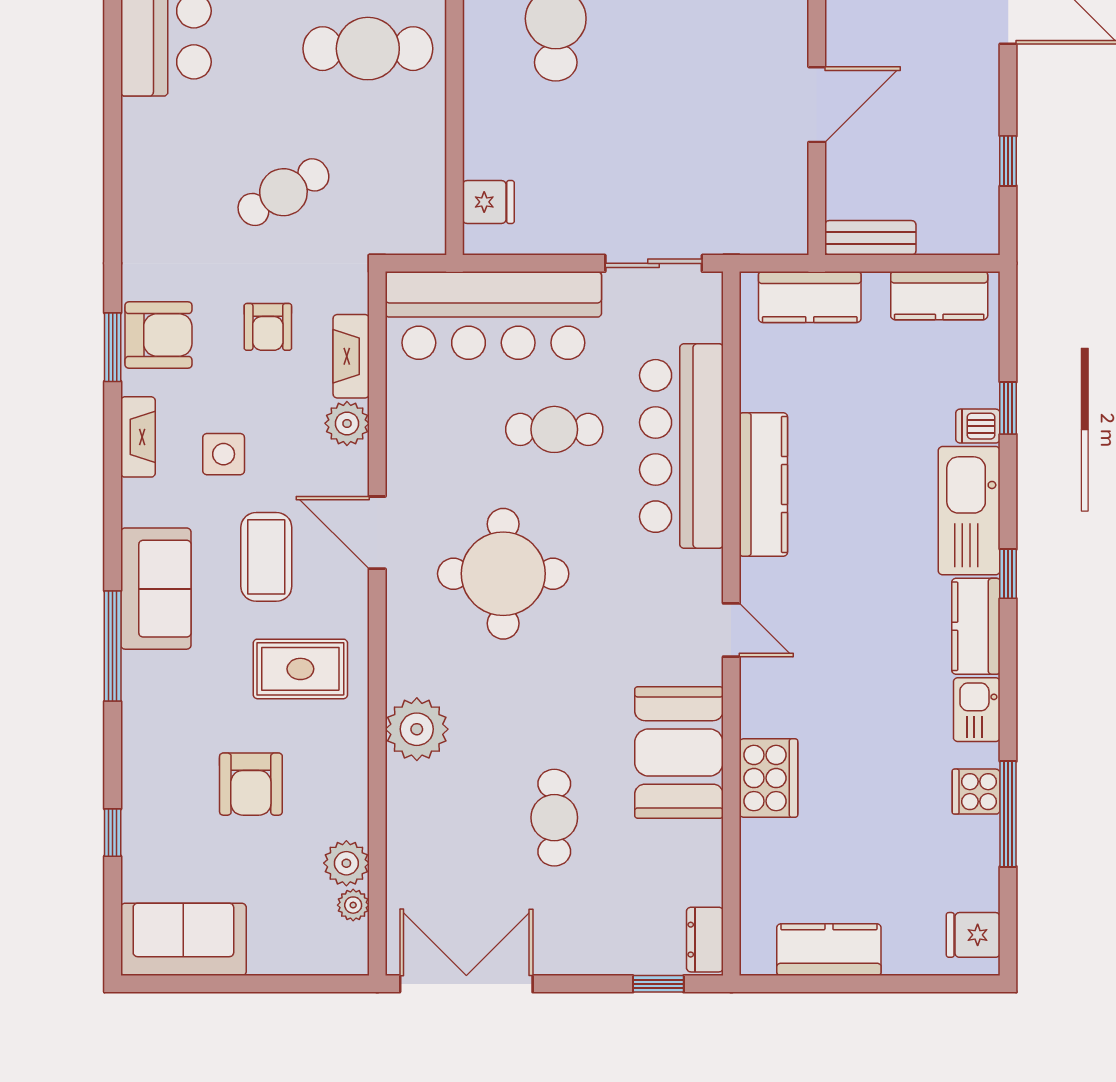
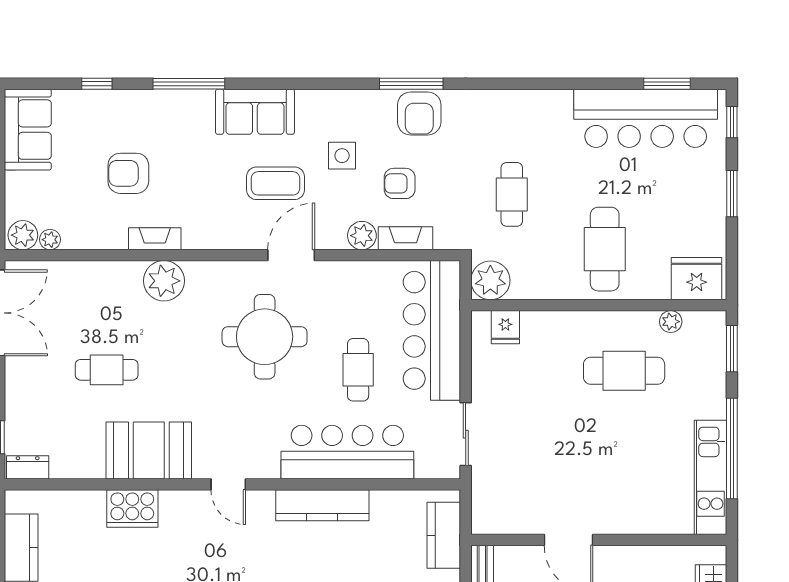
cafe table: (283, 192) -> (512, 194), turned 30
plant: (416, 225) -> (490, 280), added
armchair: (268, 327) -> (400, 183), moved
window: (113, 347) -> (411, 84), width x1.44
fireplace: (138, 437) -> (155, 239), moved, turned 180
door: (731, 630) -> (228, 484), hinge flipped
window: (113, 646) -> (189, 84), moved
rug: (300, 669) -> (203, 205), removed
plant: (346, 863) -> (23, 235), moved

